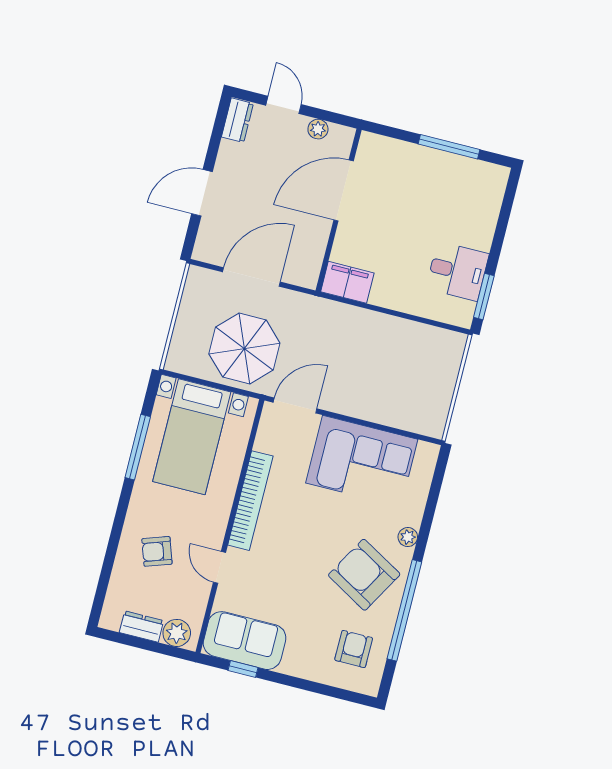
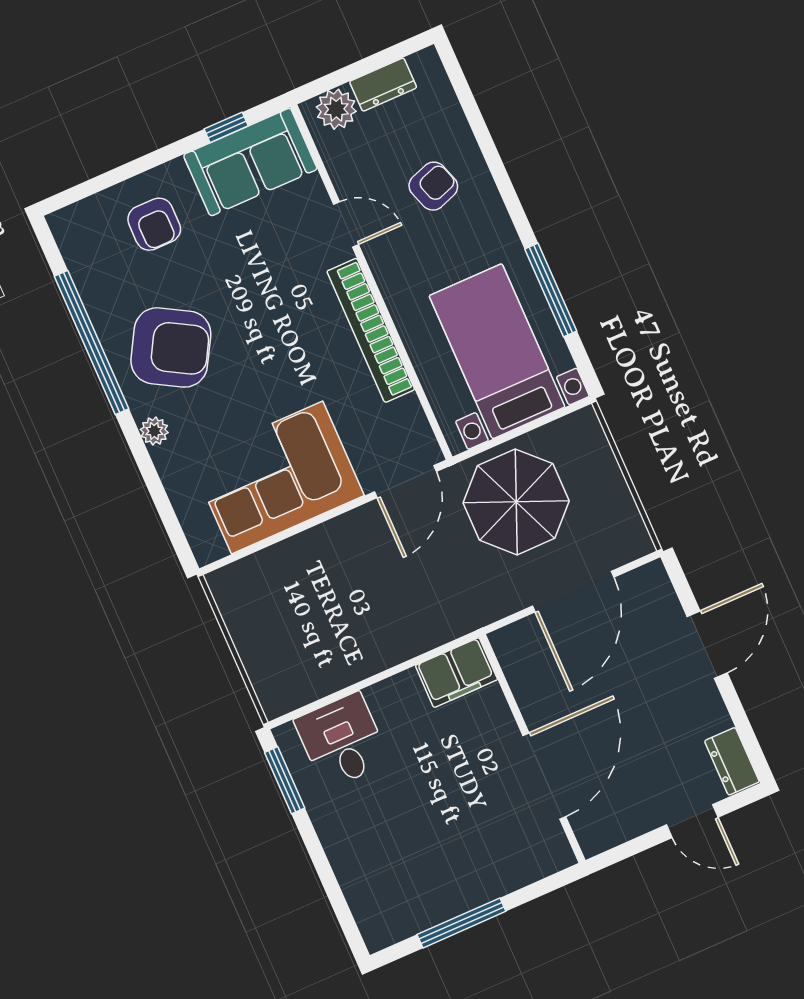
plant: (318, 129) -> (630, 824), removed
desk: (457, 271) -> (342, 741), moved, turned 90
armchair: (354, 649) -> (154, 224), moved

